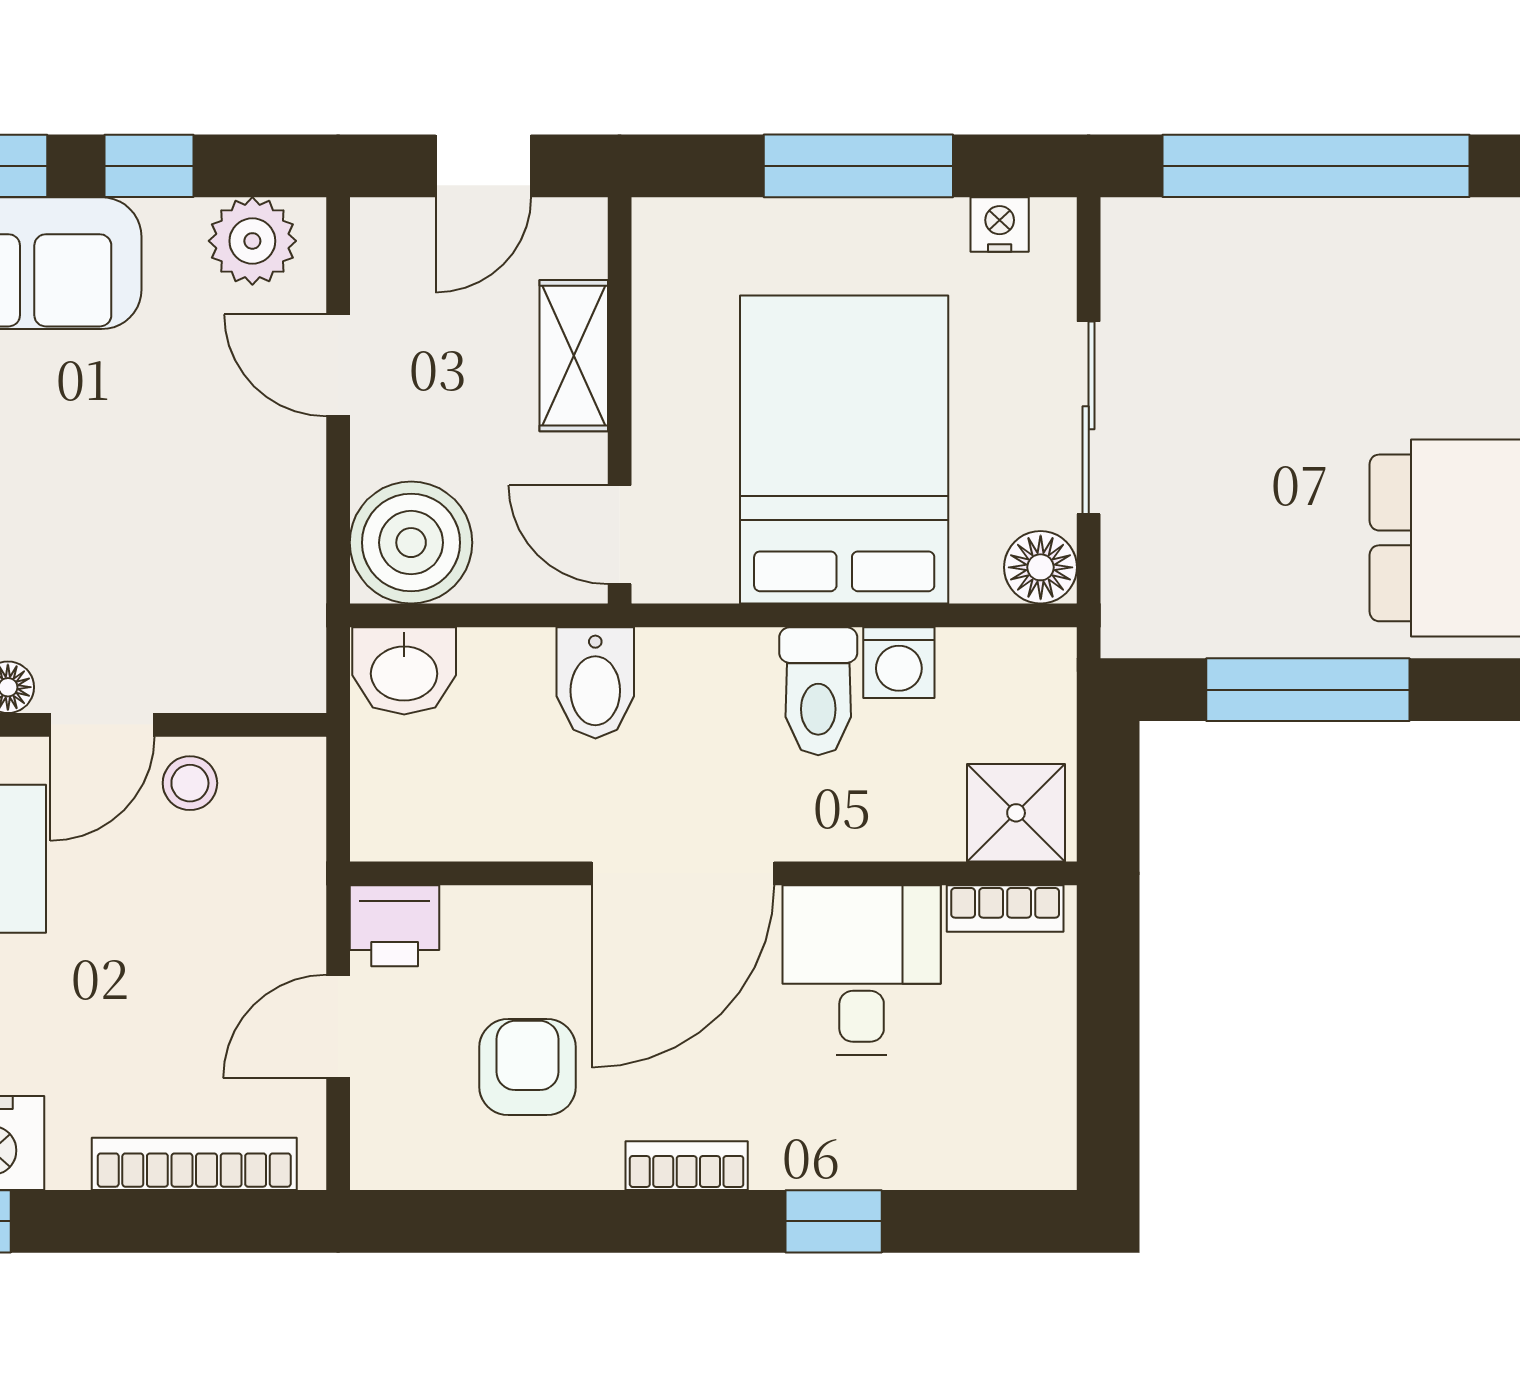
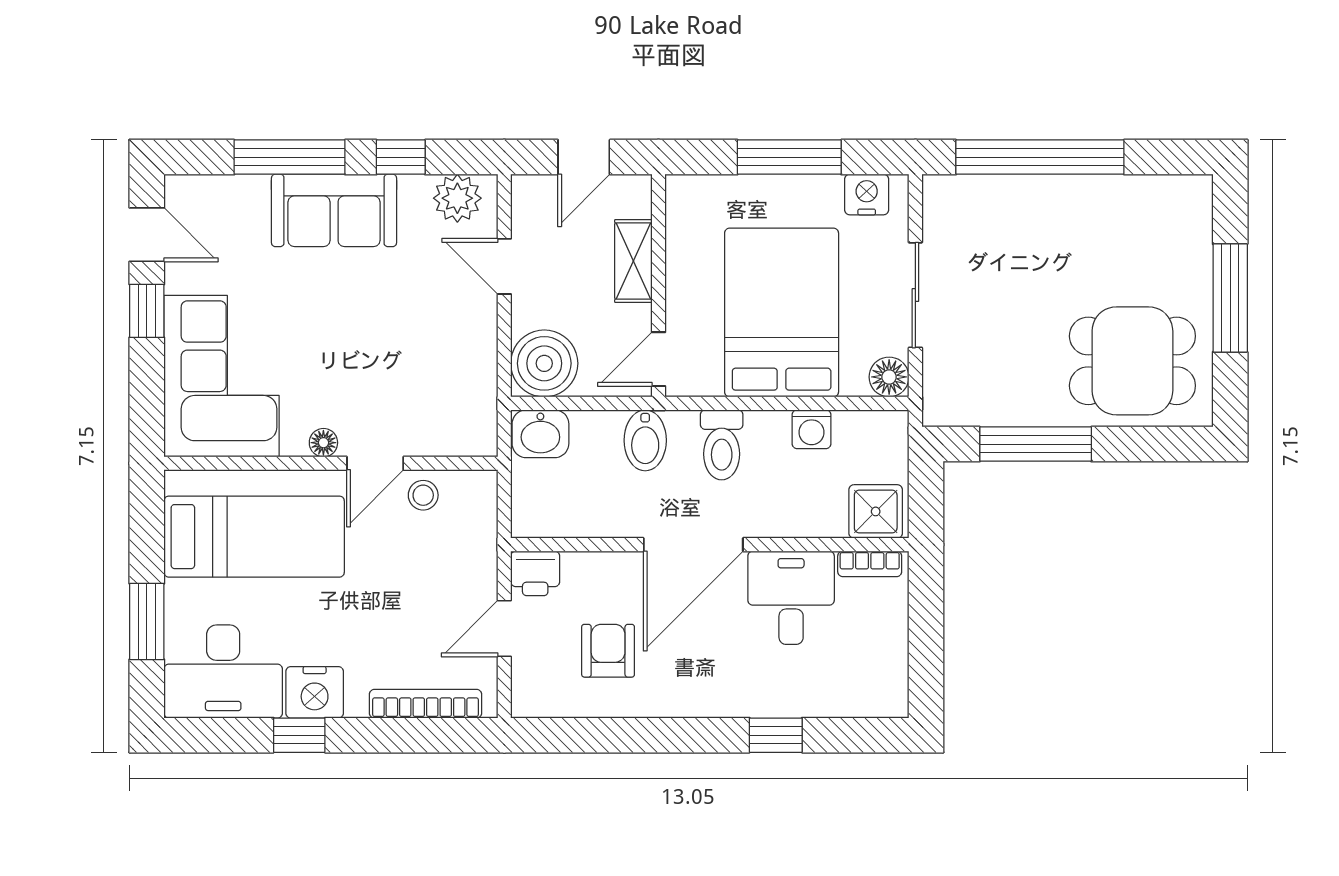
nightstand: (1000, 225) -> (867, 195), width x1.39, depth x1.35
door: (620, 535) -> (658, 359), hinge flipped
toilet: (818, 691) -> (722, 445), moved
bookcase: (687, 1166) -> (695, 705), removed

